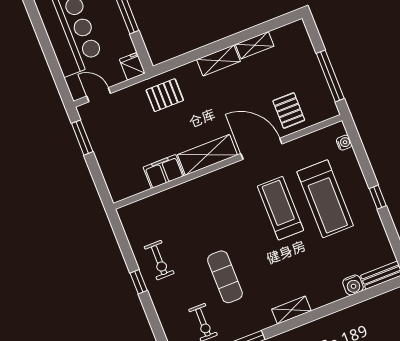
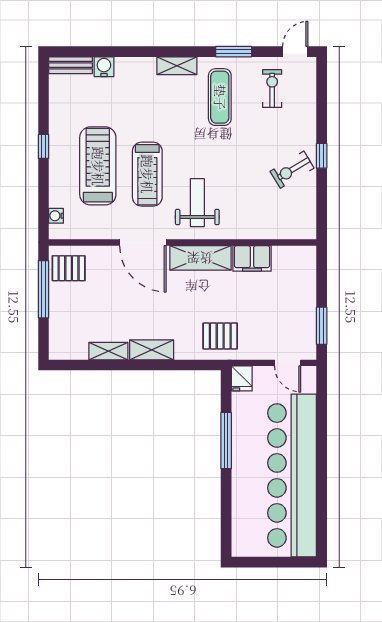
pallet: (289, 110) -> (69, 268), moved, turned 90
weight bench: (229, 201) -> (197, 203), added
exercise bike: (159, 260) -> (292, 170), turned -121
exercise mat: (225, 277) -> (220, 97), moved

